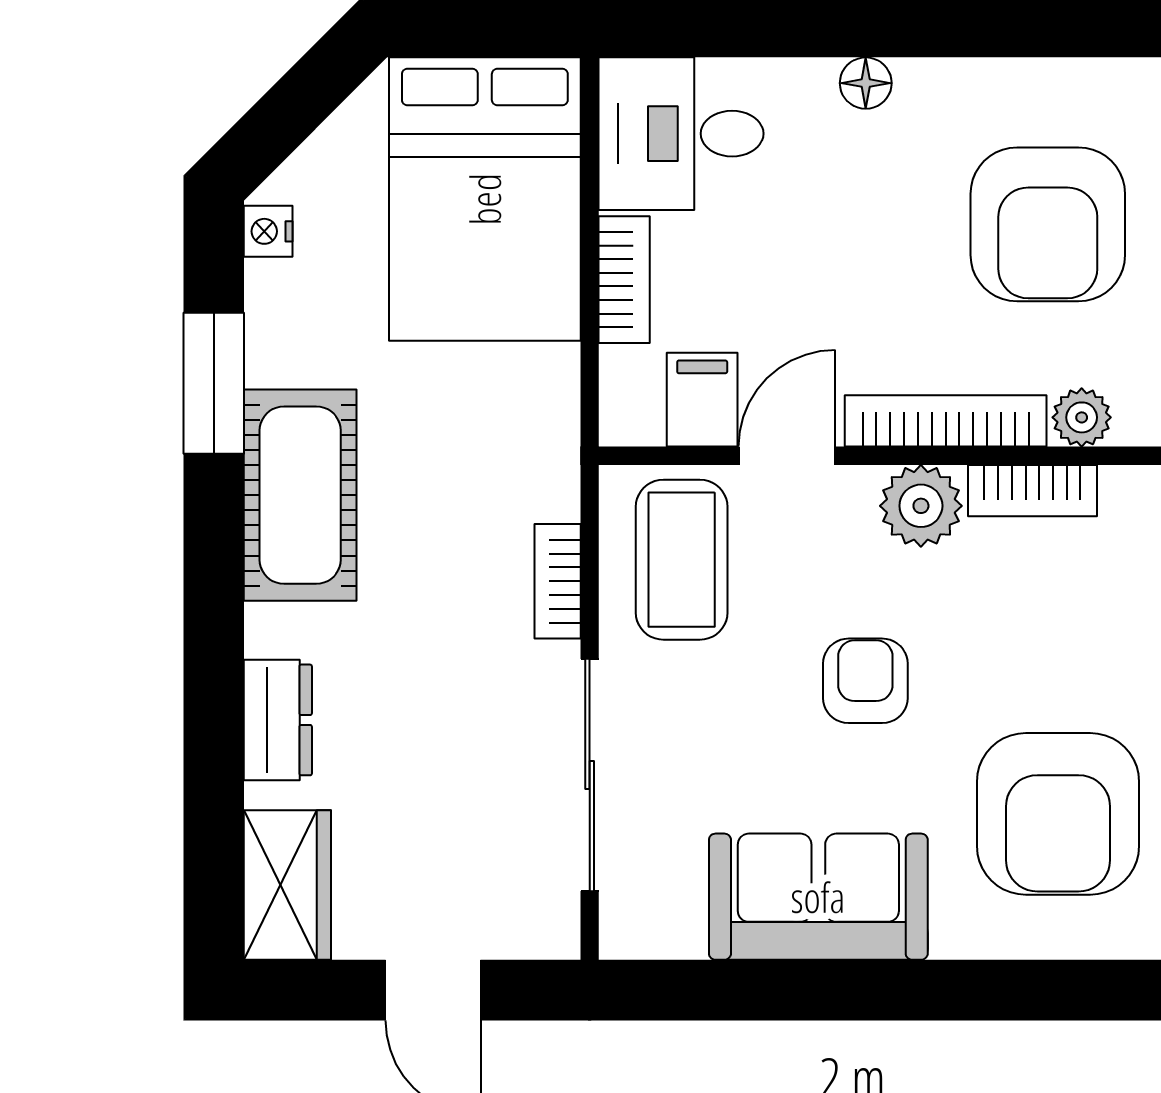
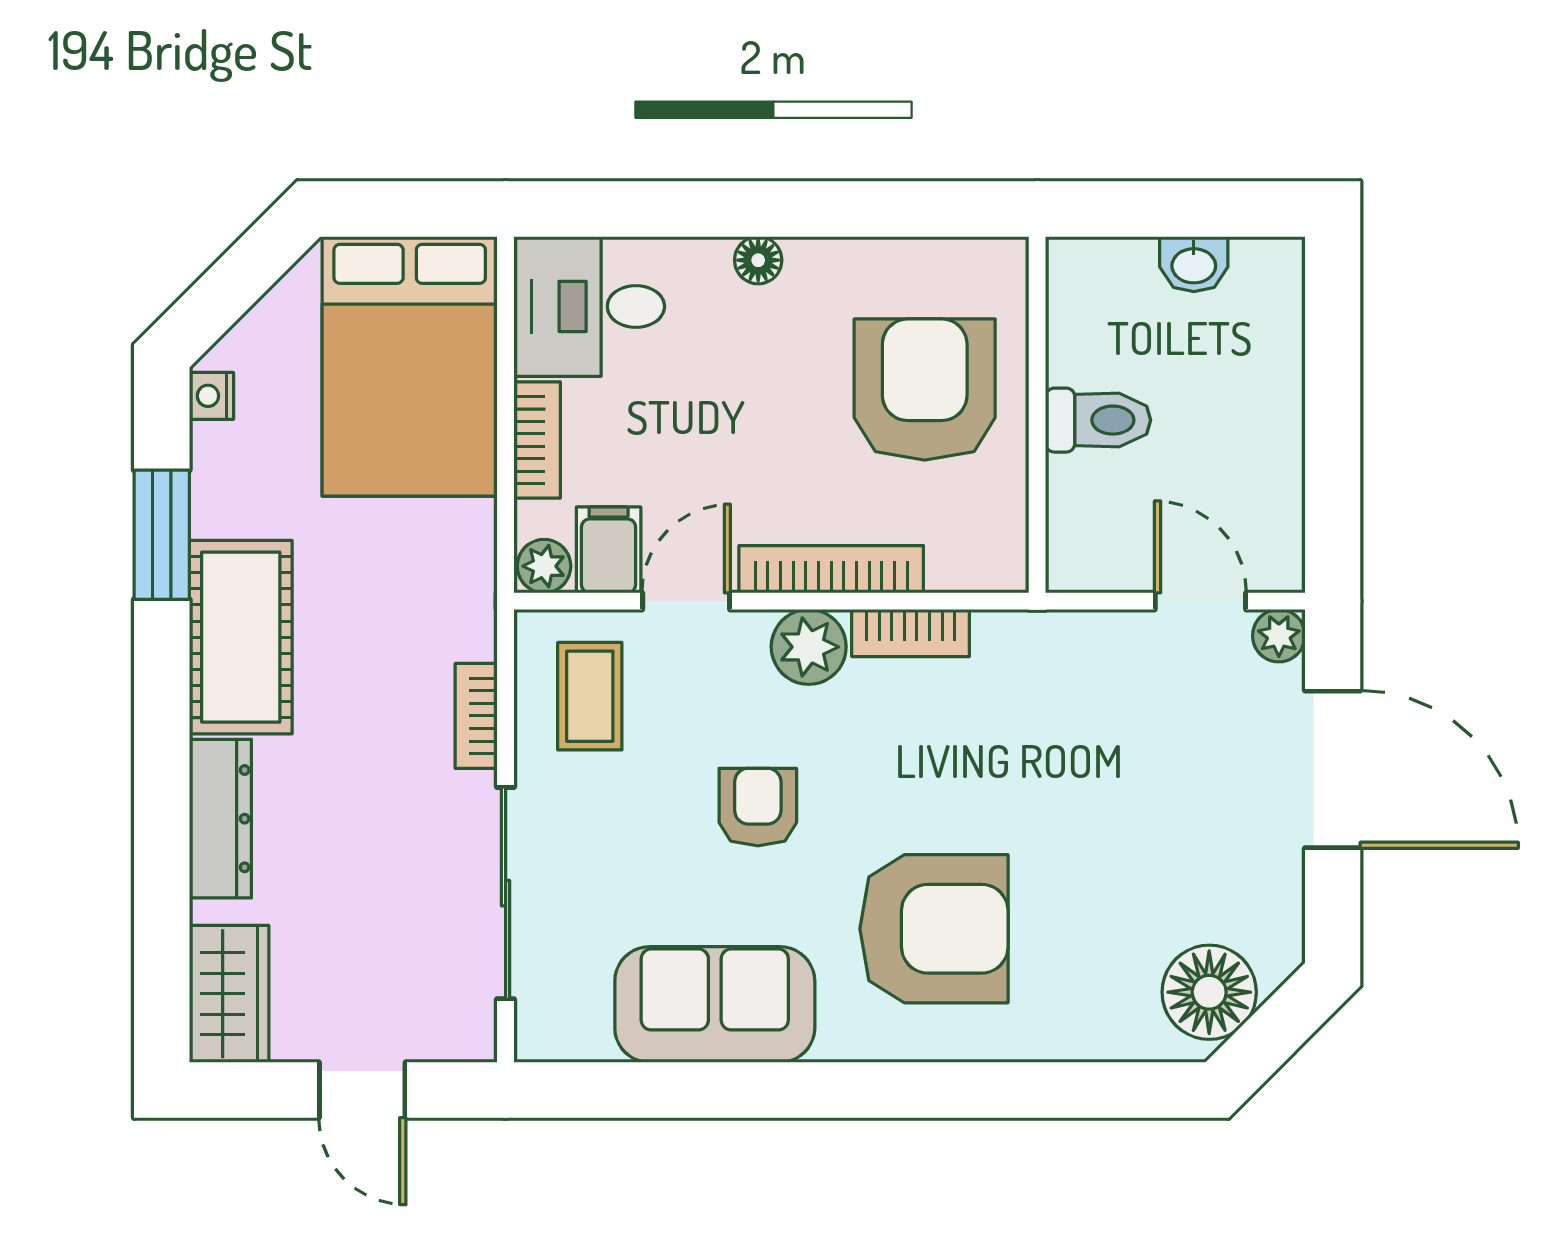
armchair: (1048, 224) -> (925, 389), turned 180
plant: (1082, 417) -> (544, 566), moved
coffee table: (682, 560) -> (590, 696), width x0.73, depth x0.77
dresser: (278, 720) -> (220, 819), width x1.44
armchair: (1058, 814) -> (934, 929), turned -90

